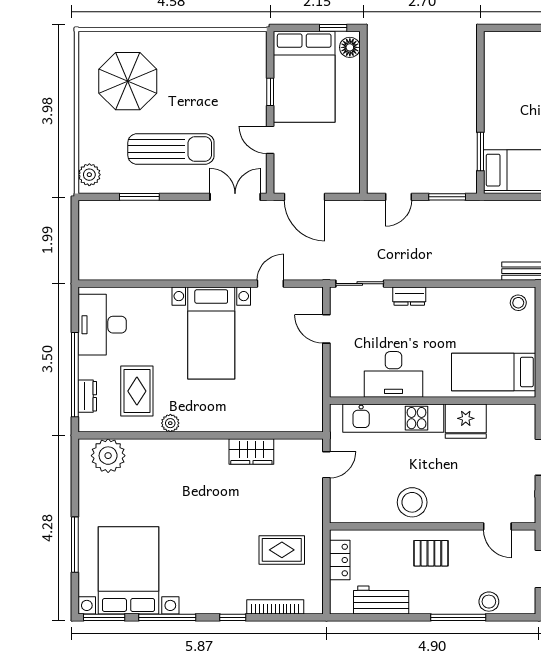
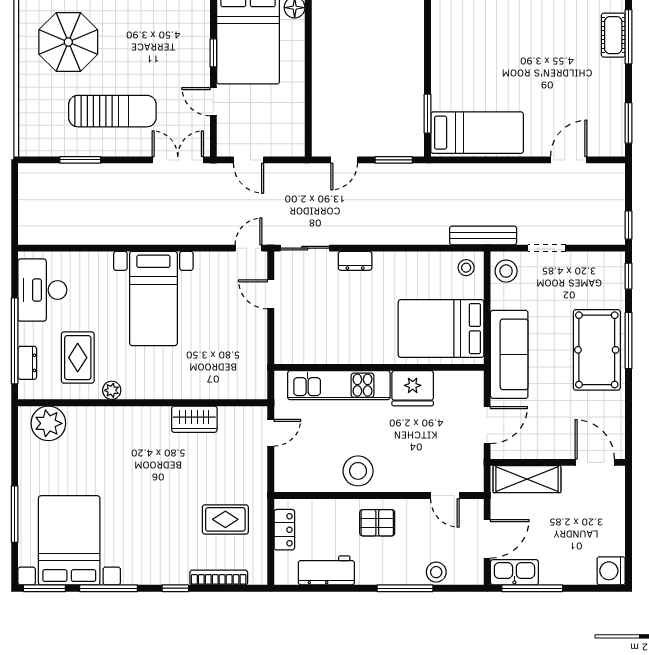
plant: (89, 175) -> (29, 137), removed
door: (305, 197) -> (249, 160), width x0.73
door: (270, 284) -> (249, 248), moved
bed: (494, 372) -> (441, 329), width x1.50
desk: (393, 374) -> (339, 341), removed

